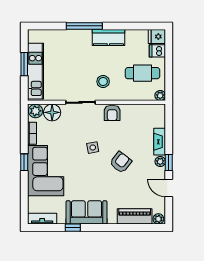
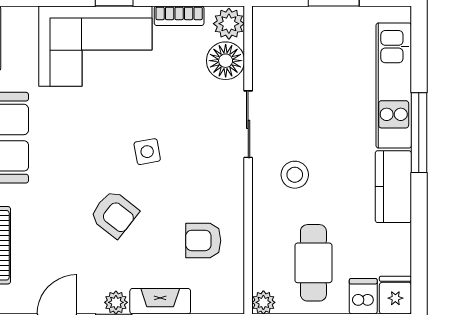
kitchen unit: (35, 71) -> (394, 85), moved, turned 90
armchair: (112, 113) -> (203, 240), moved

